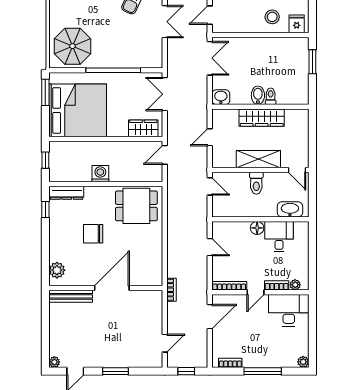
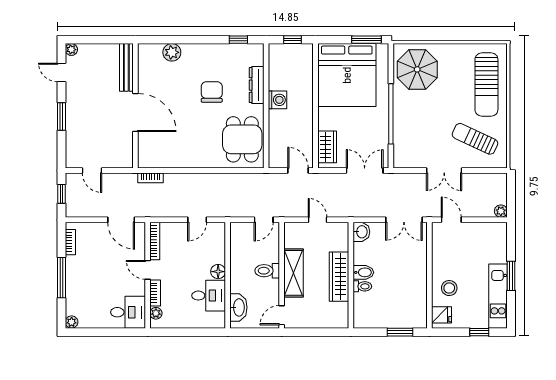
dresser: (67, 193) -> (257, 85), moved
wall: (106, 288) -> (135, 106), moved
door: (112, 288) -> (135, 112), moved
bench: (71, 296) -> (126, 67), moved
desk: (289, 310) -> (128, 312), width x0.73

